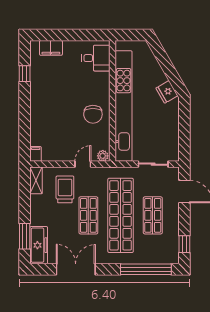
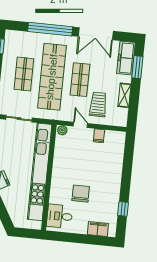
chair: (93, 114) -> (81, 194), moved
filing cabinet: (36, 154) -> (99, 136), moved
door: (83, 164) -> (80, 125), swing flipped
shelving: (36, 180) -> (125, 95), moved
trolley: (65, 189) -> (98, 104), turned 180
window: (146, 269) -> (50, 29), moved

